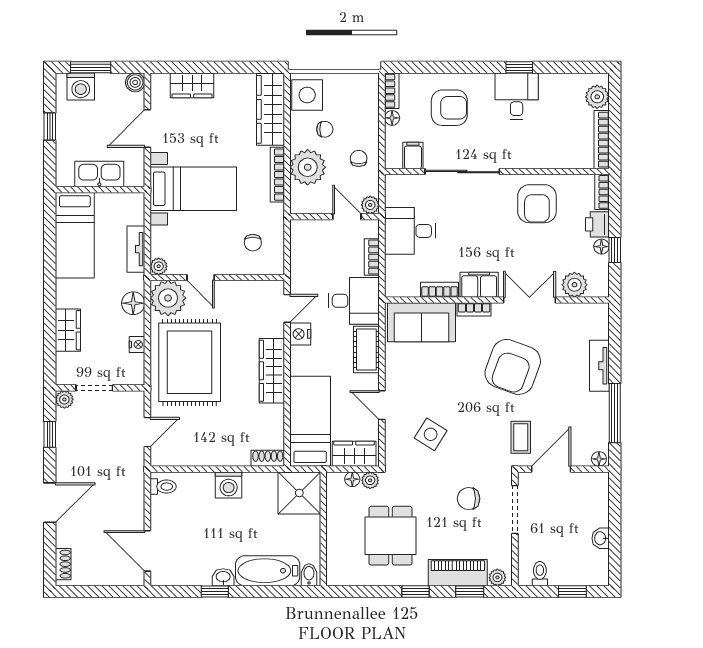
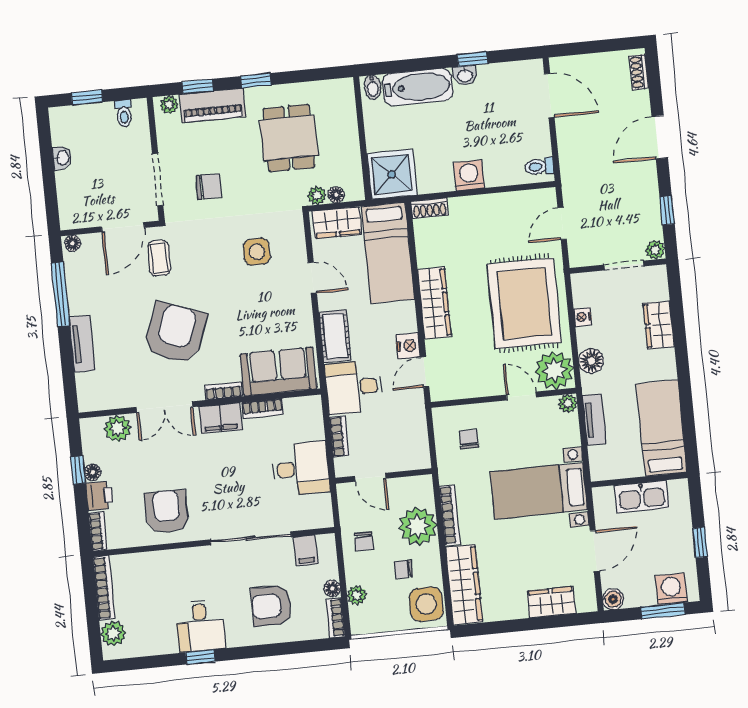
plant: (370, 205) -> (357, 595), moved
side table: (431, 434) -> (257, 252), turned -32

